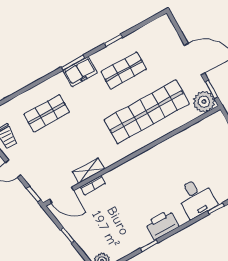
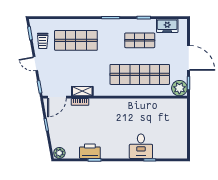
freezer: (80, 72) -> (167, 26), moved
shop shelf: (47, 113) -> (76, 40), width x1.43, depth x1.36
door: (61, 195) -> (57, 97), hinge flipped
printer: (162, 225) -> (90, 151), moved

